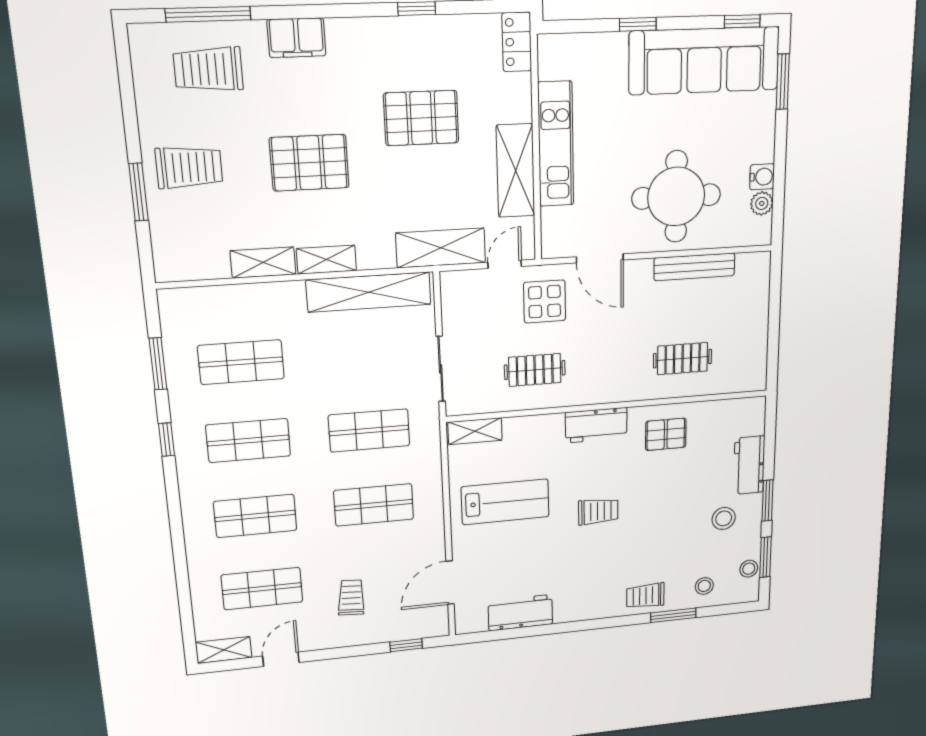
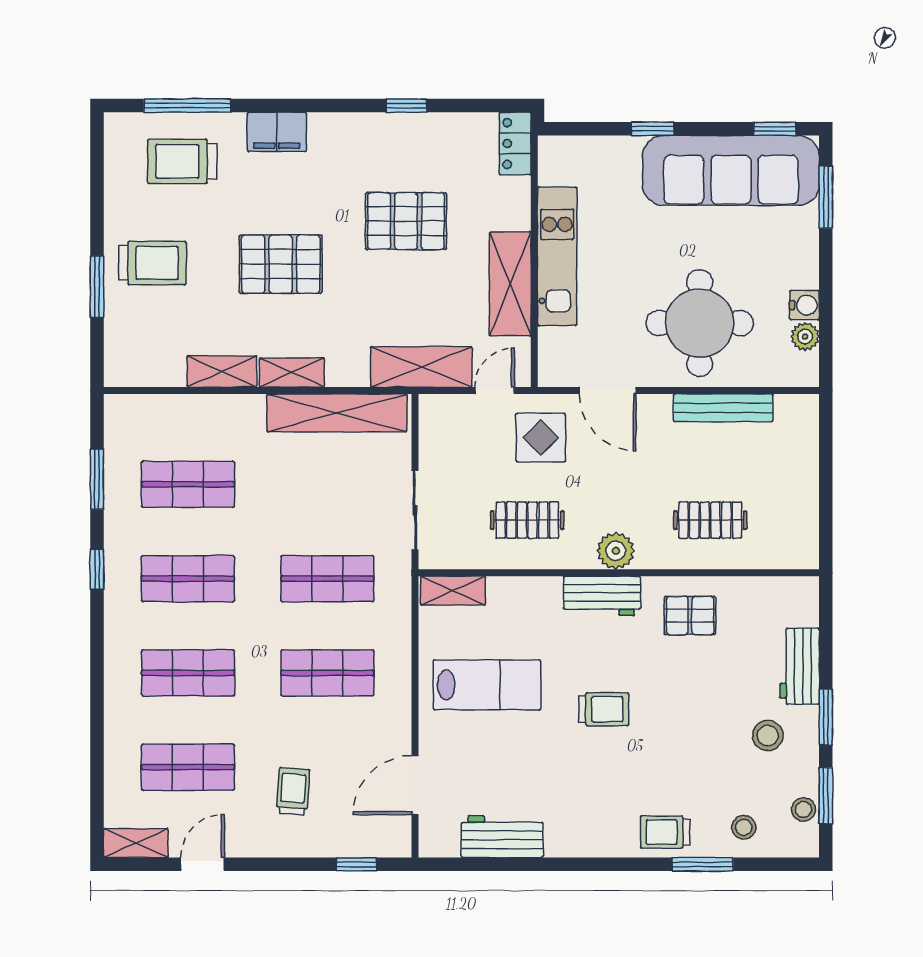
plant: (607, 389) -> (616, 551), added

